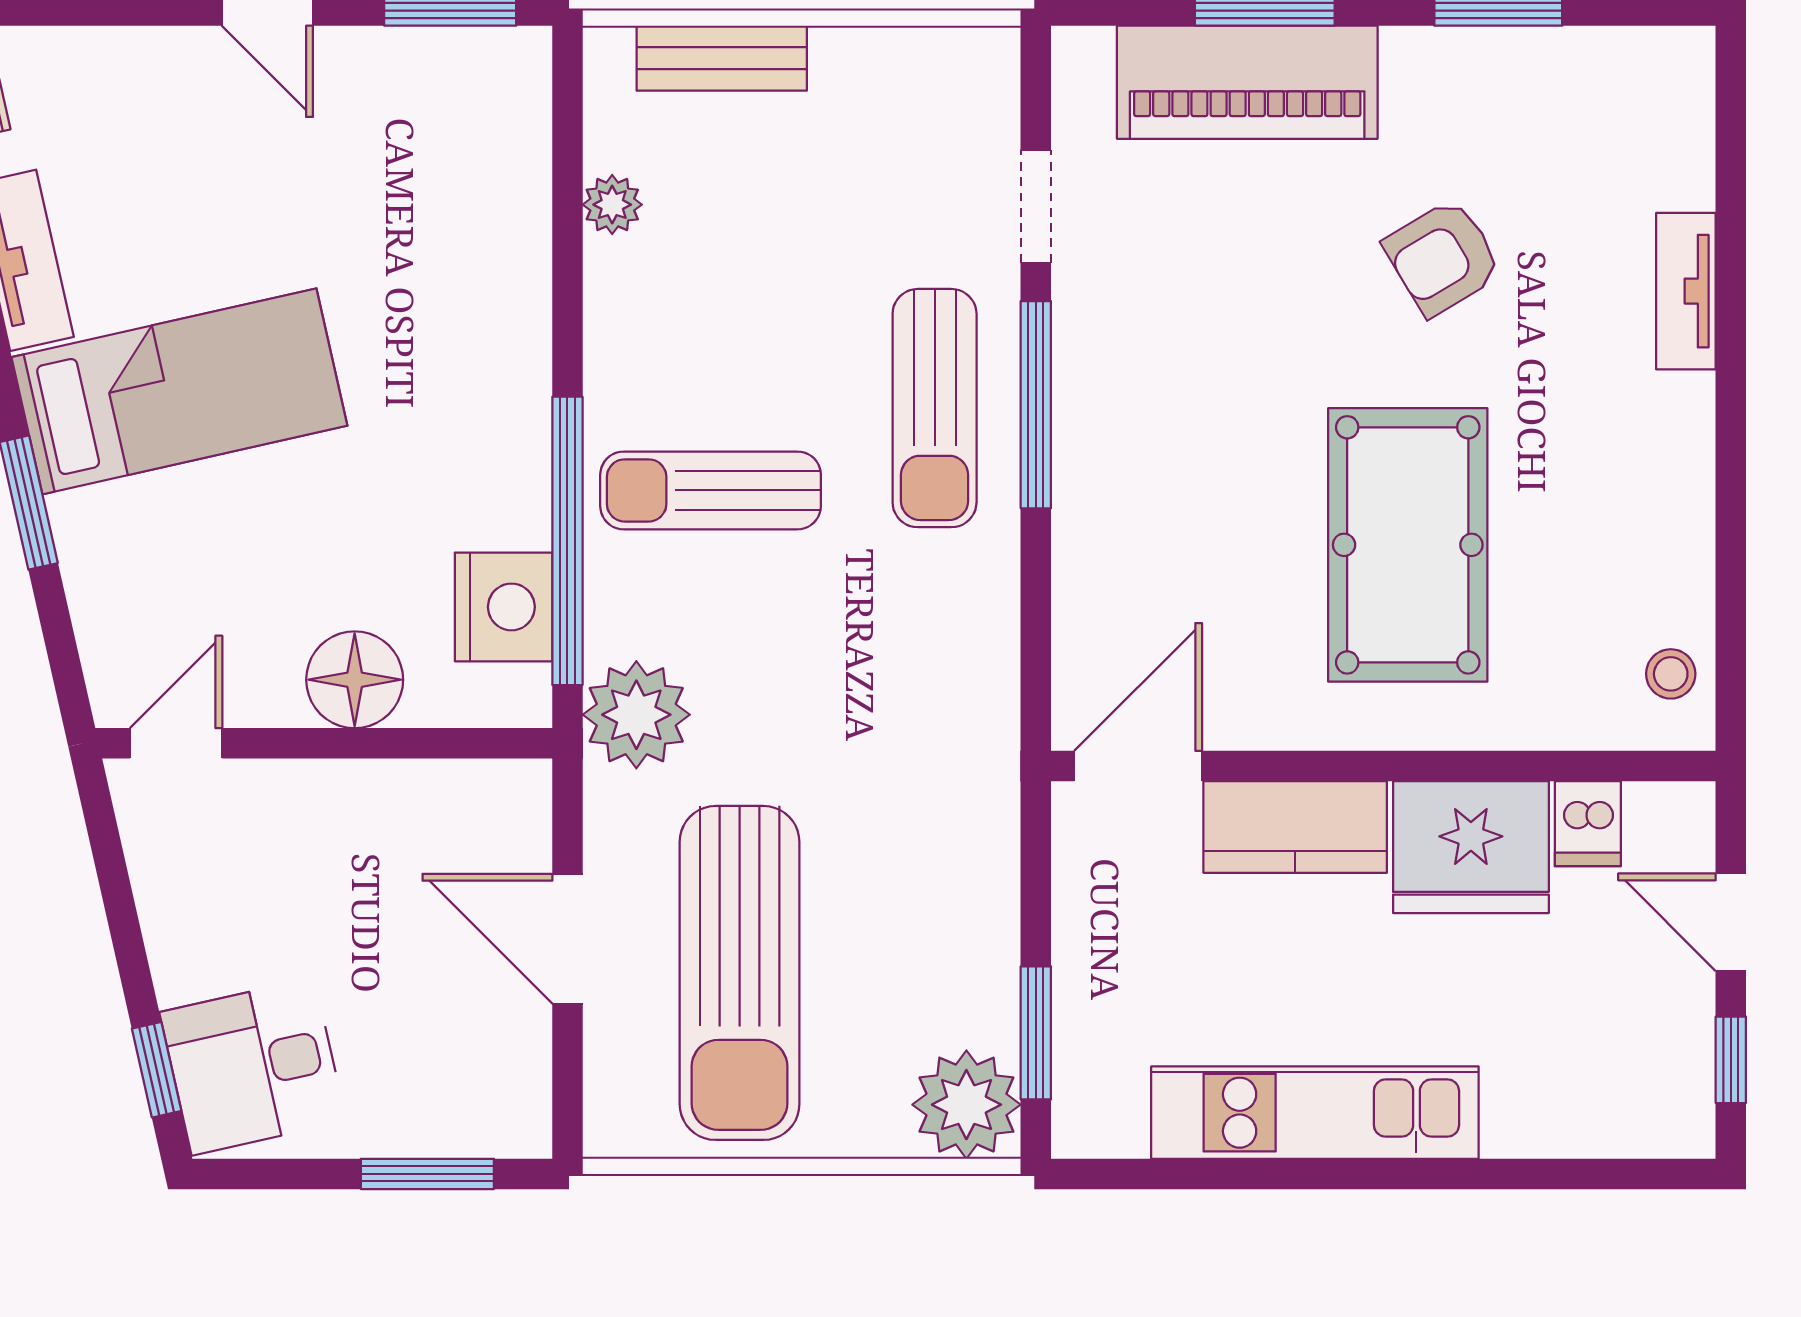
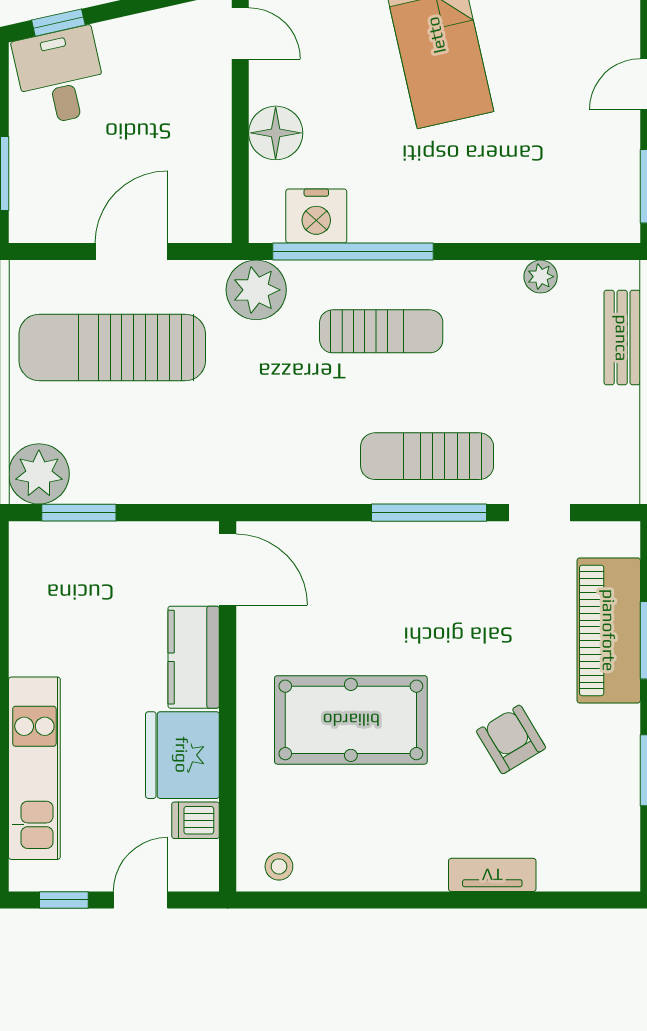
sun lounger: (711, 490) -> (381, 331), turned 90
kitchen unit: (1315, 1113) -> (34, 768), moved

